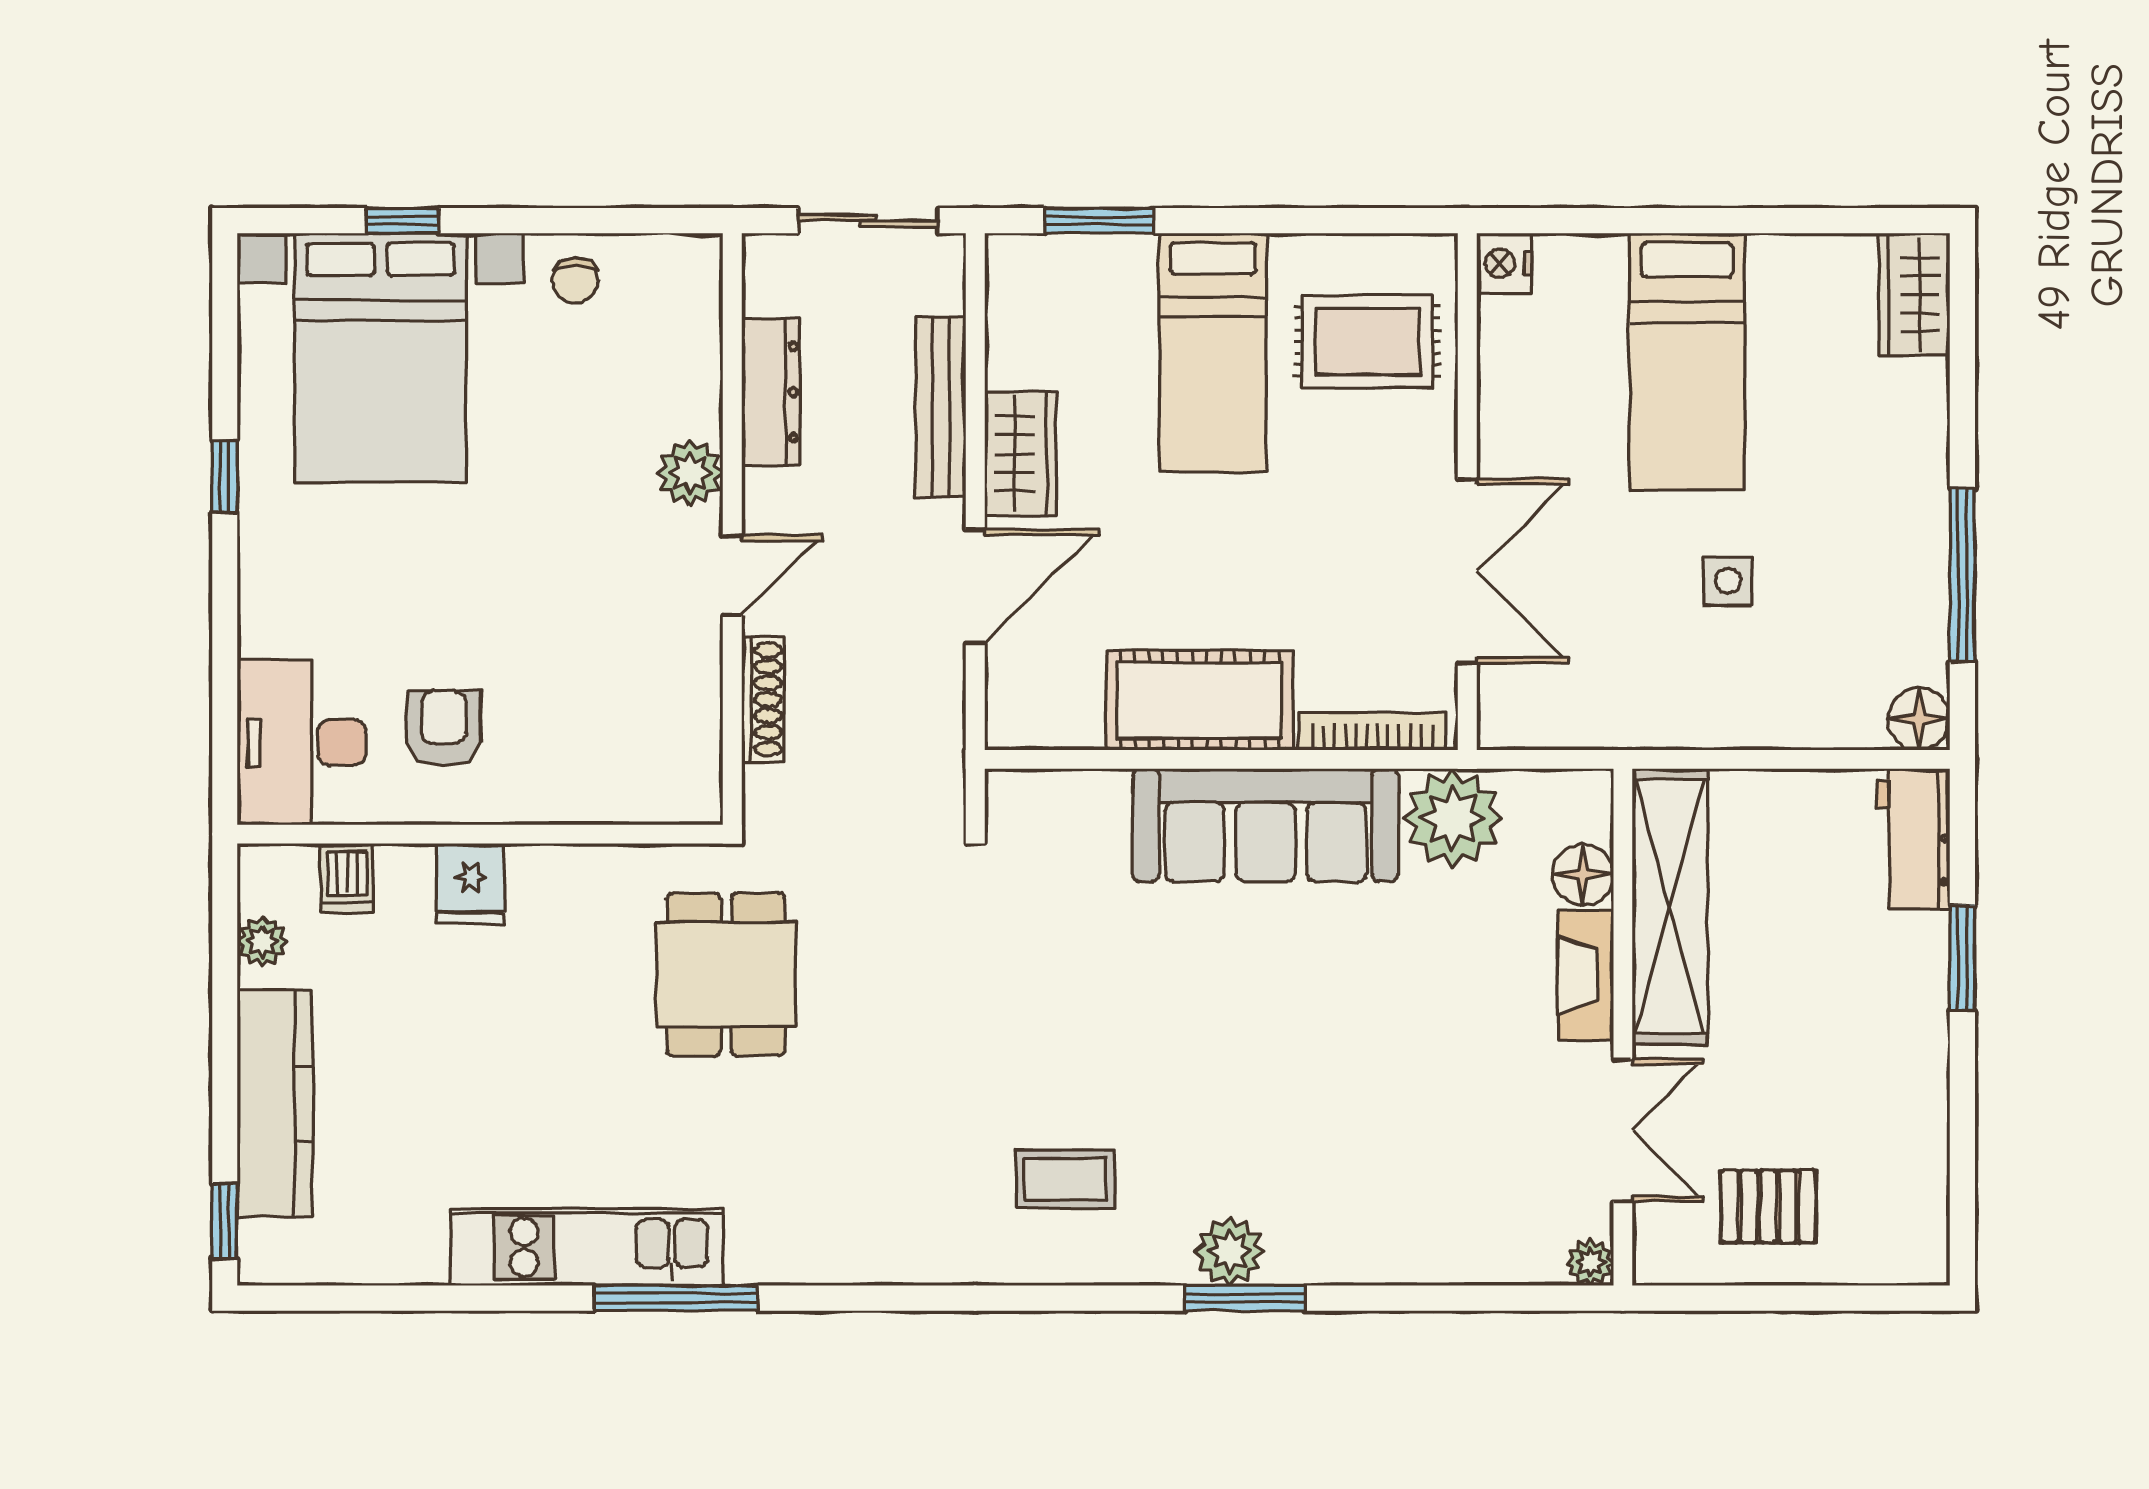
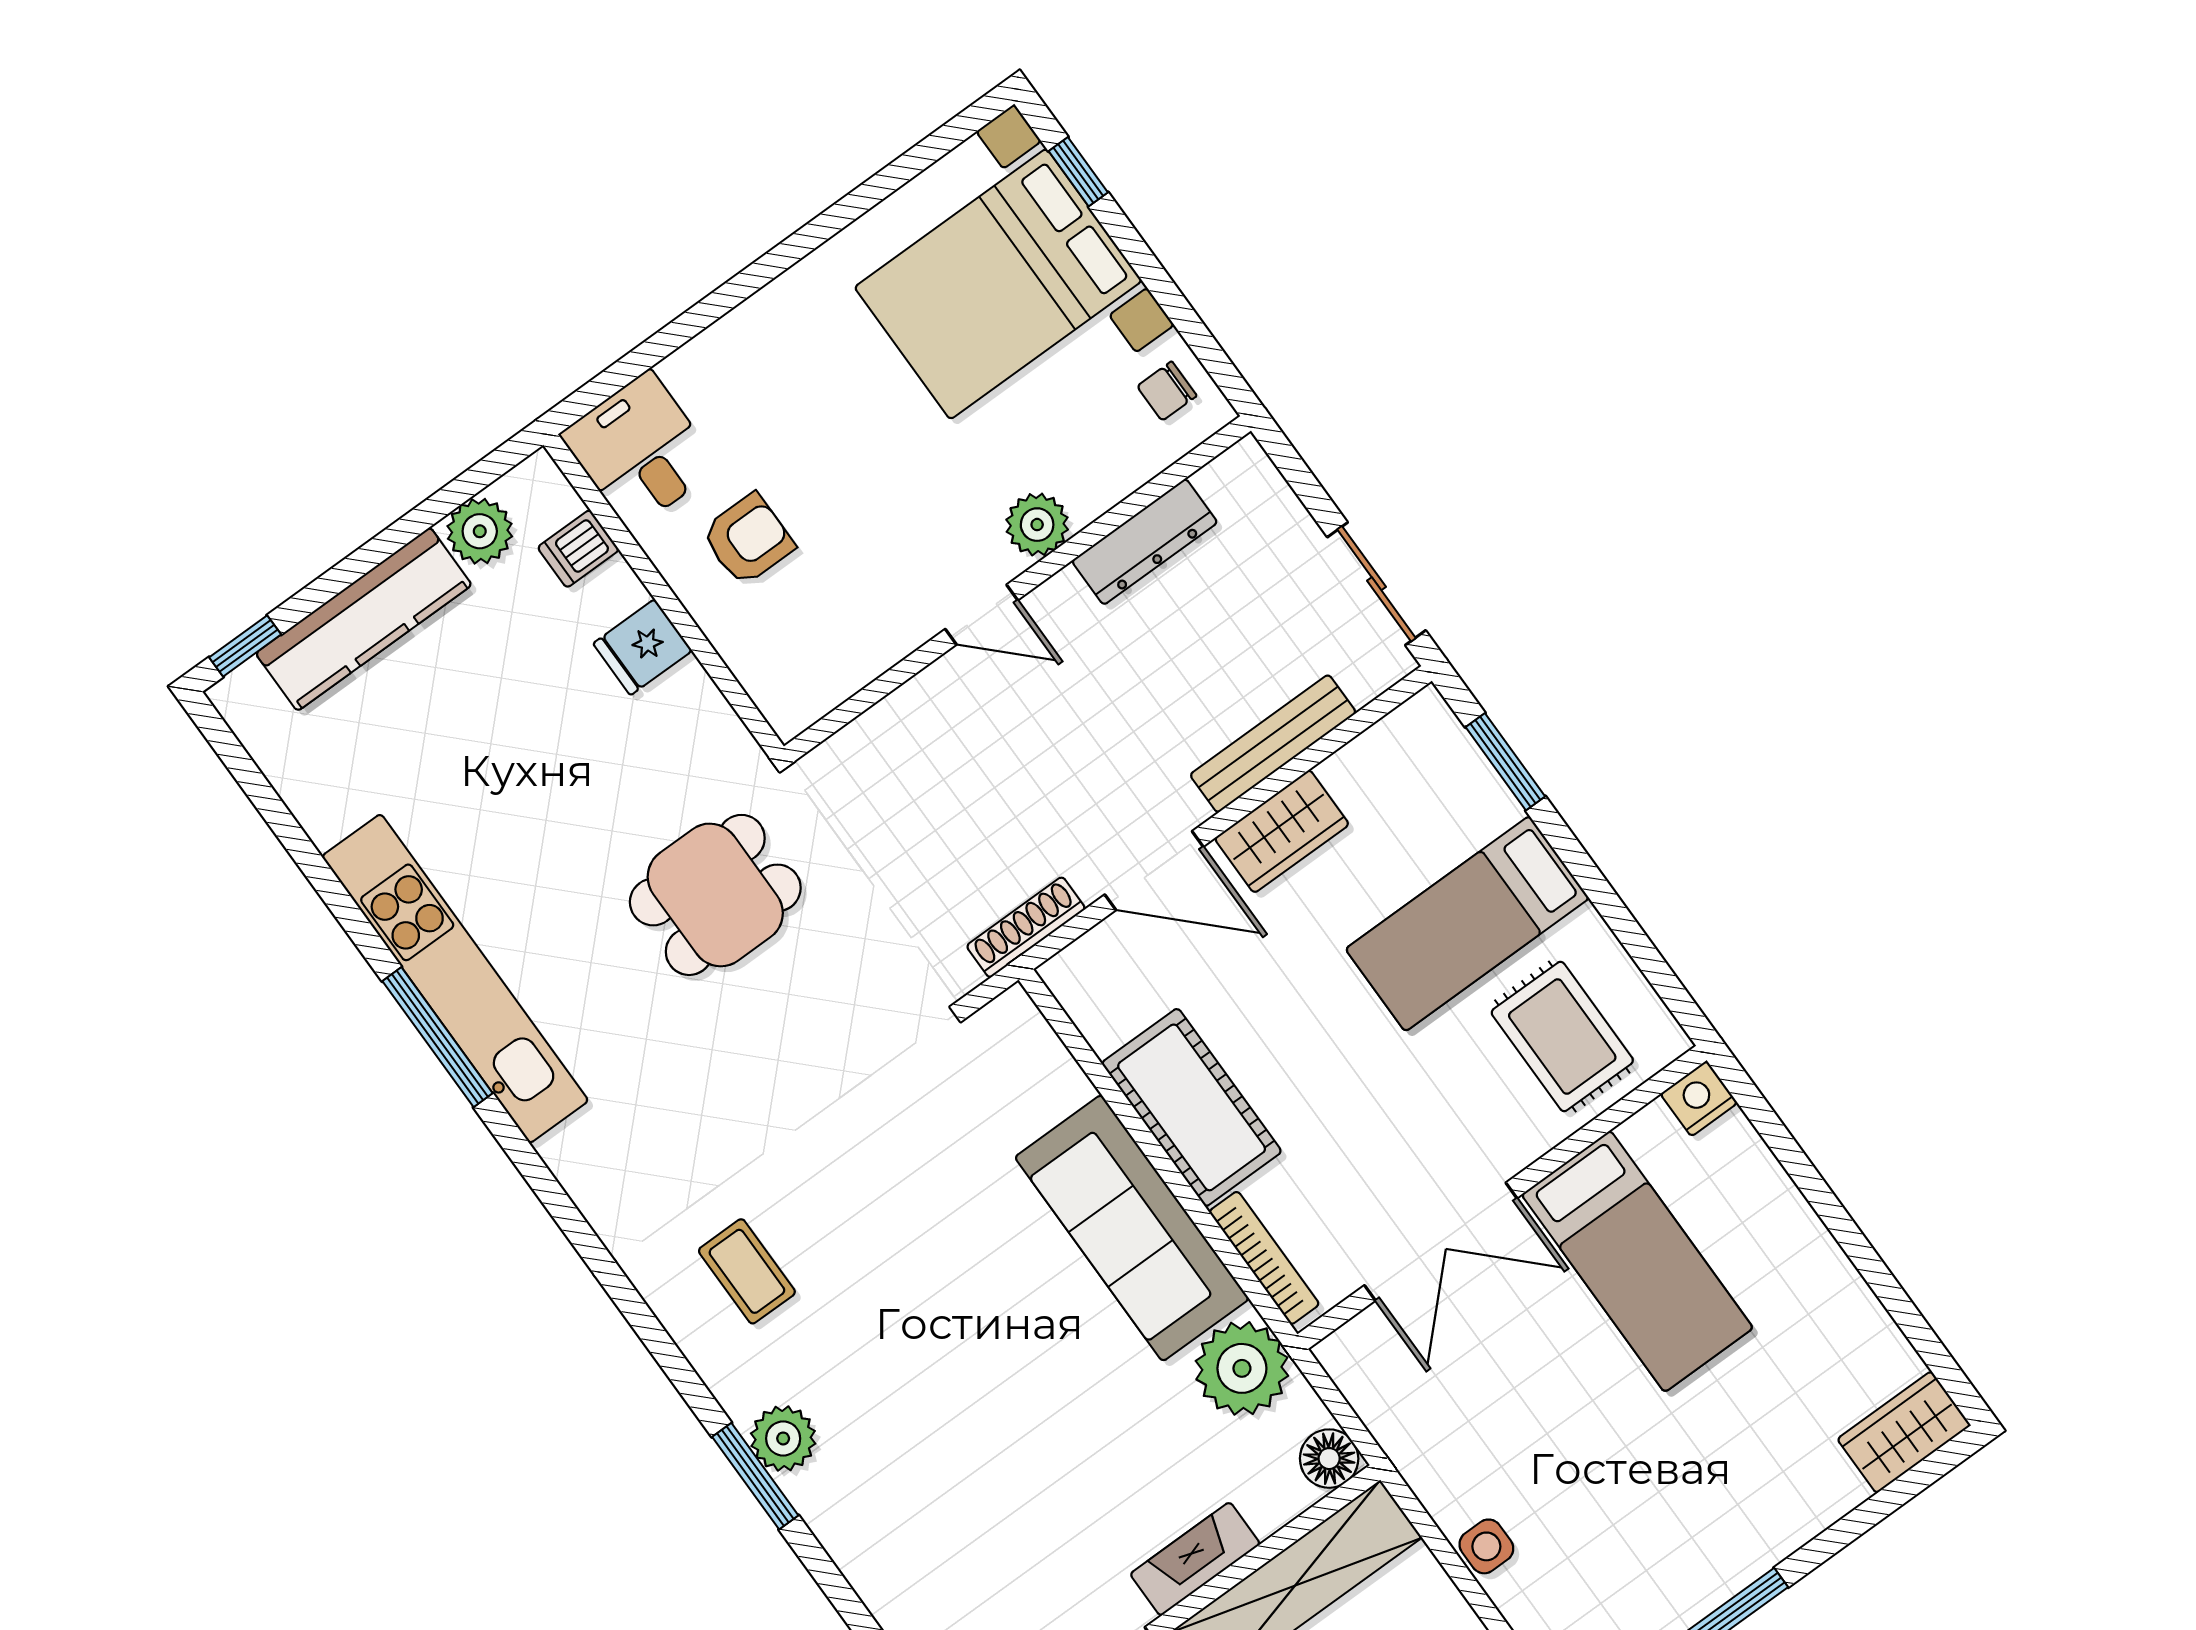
window: (403, 221) -> (1078, 172), moved
bed: (1687, 361) -> (1637, 1261), moved, turned -90
dresser: (771, 392) -> (1145, 542), moved
plant: (690, 473) -> (1037, 525), moved
window: (225, 476) -> (820, 230), removed
wall: (732, 529) -> (1017, 589), moved
door: (732, 575) -> (982, 615), moved
side table: (1728, 581) -> (1486, 1546), moved
shoe rack: (763, 699) -> (1026, 927), moved, turned 180
desk: (302, 743) -> (640, 451), width x0.73
floor lamp: (1583, 875) -> (1329, 1459), moved
plant: (262, 941) -> (480, 531), width x1.38, depth x1.38
kitchen unit: (587, 1247) -> (455, 979), width x1.36

